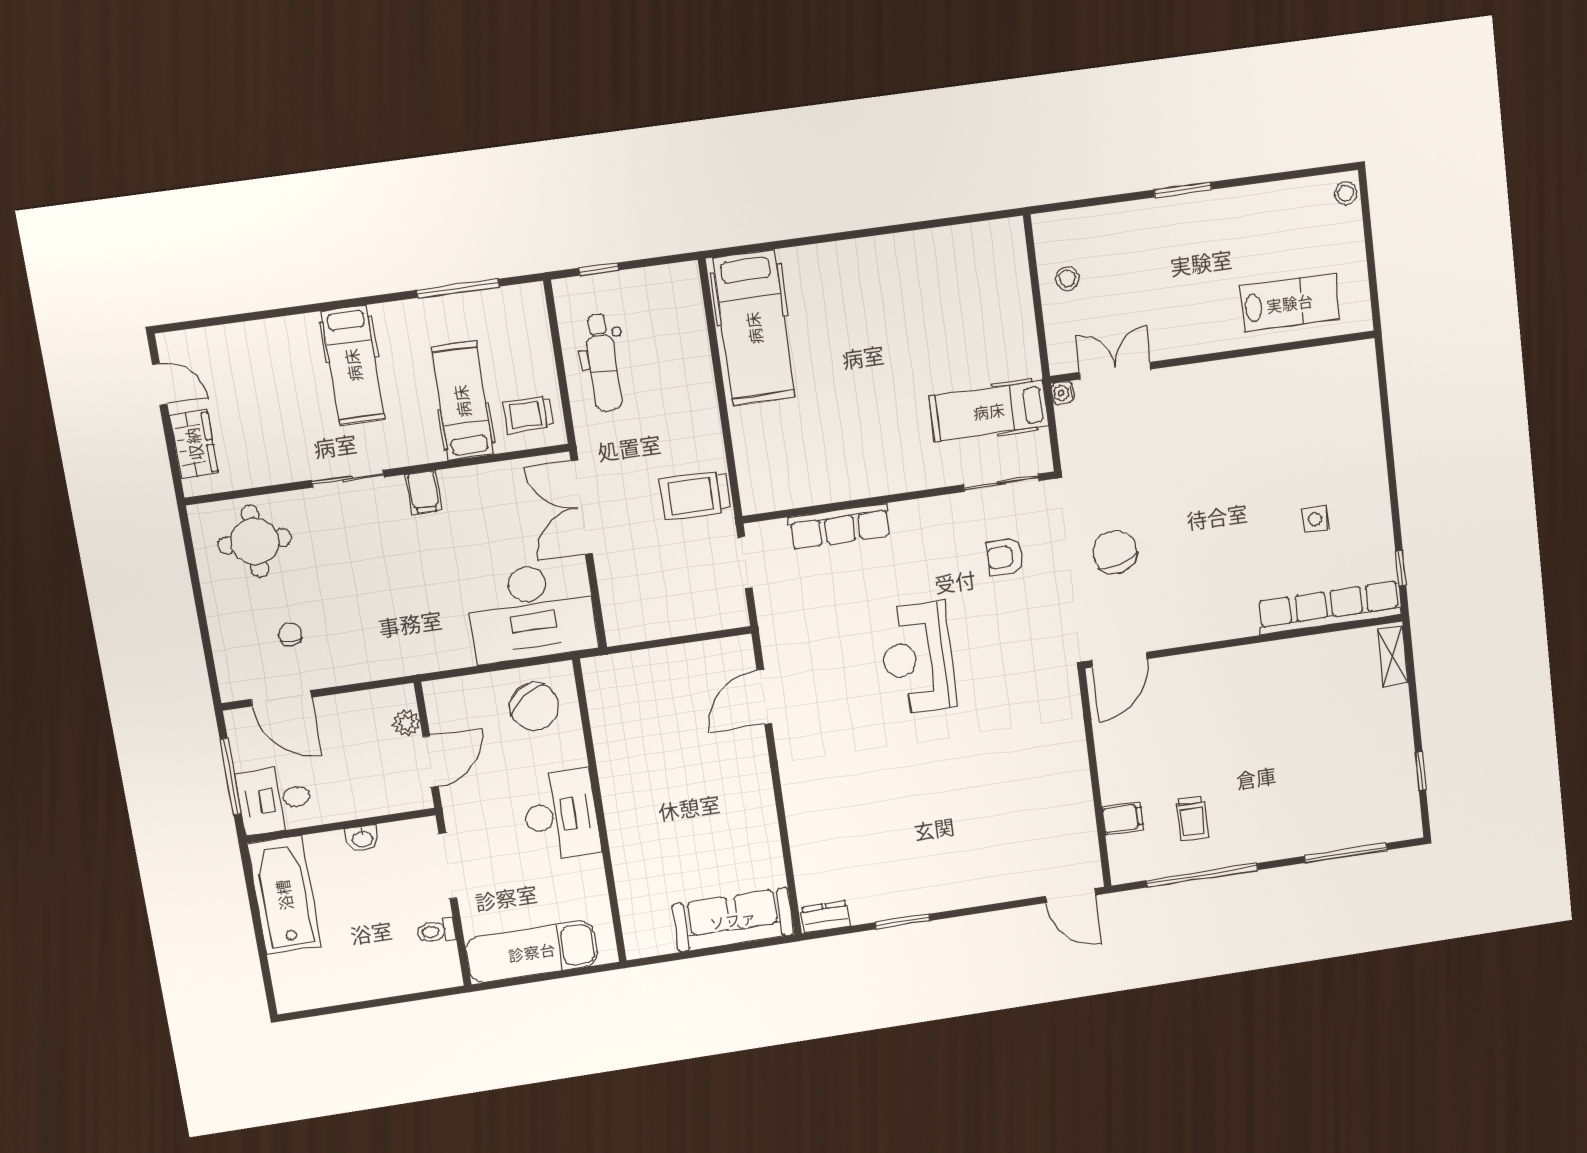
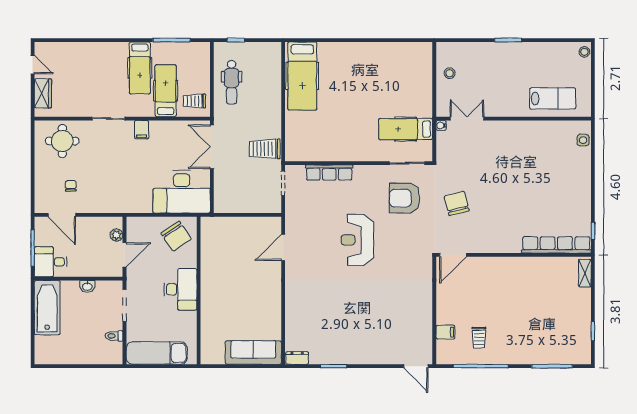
hospital bed: (353, 365) -> (140, 68), moved
side table: (1315, 519) -> (583, 140), moved
armchair: (1005, 557) -> (405, 198), width x1.88, depth x1.88

